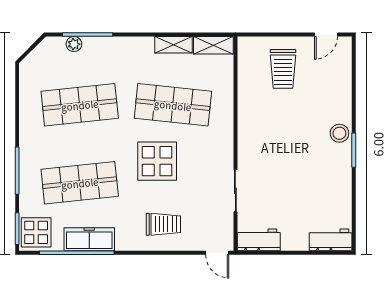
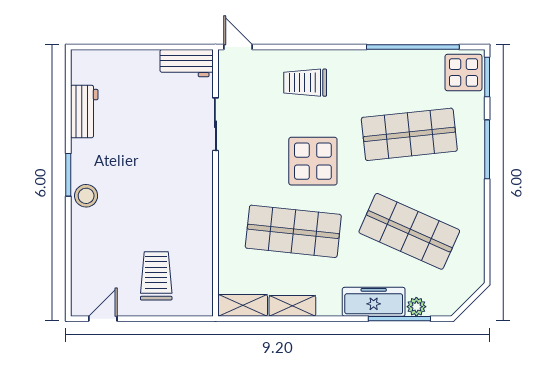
shop shelf: (80, 105) -> (409, 231), turned 30
freezer: (89, 239) -> (374, 302), moved, turned 180
workbench: (331, 240) -> (84, 111), moved, turned -90

